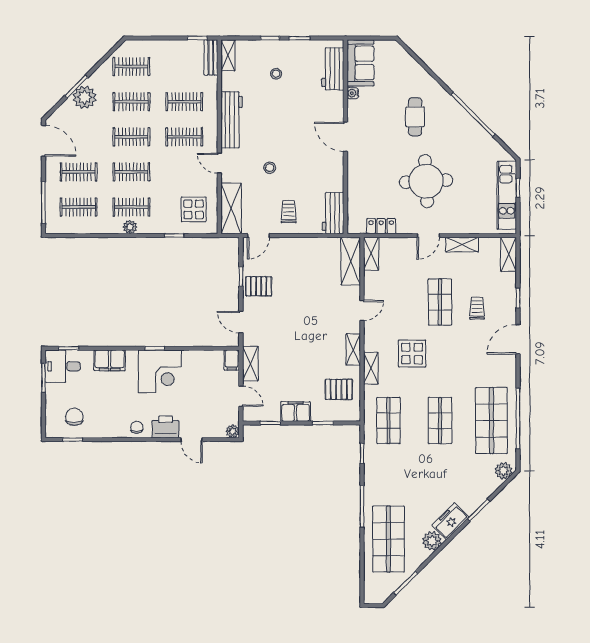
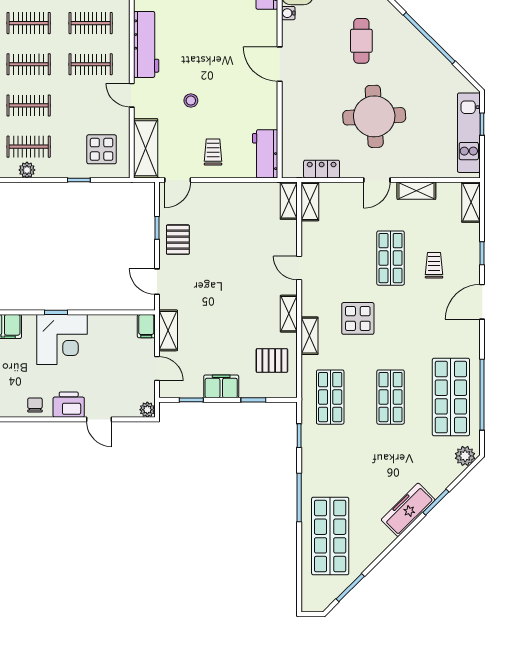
shelving: (351, 261) -> (289, 201), width x0.67, depth x0.75
pallet: (259, 286) -> (178, 240), turned 90
door: (362, 311) -> (299, 268), swing flipped
freezer: (450, 521) -> (408, 510), width x1.40
plant: (432, 541) -> (381, 538), removed

